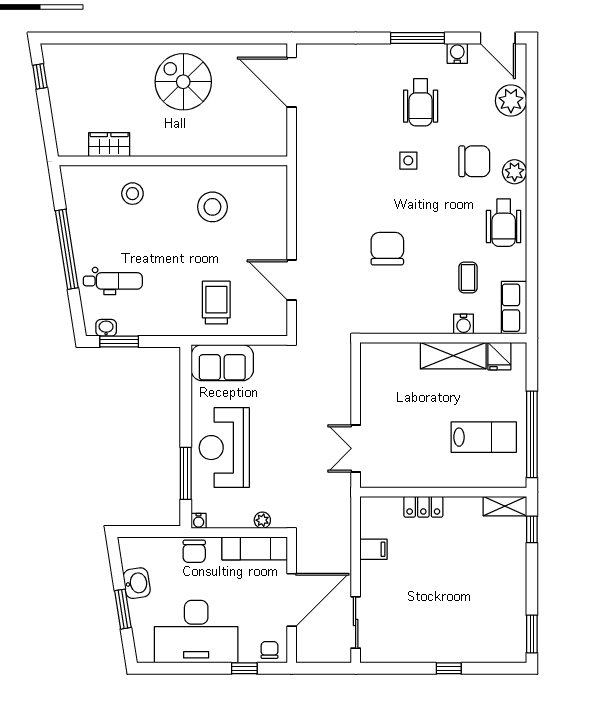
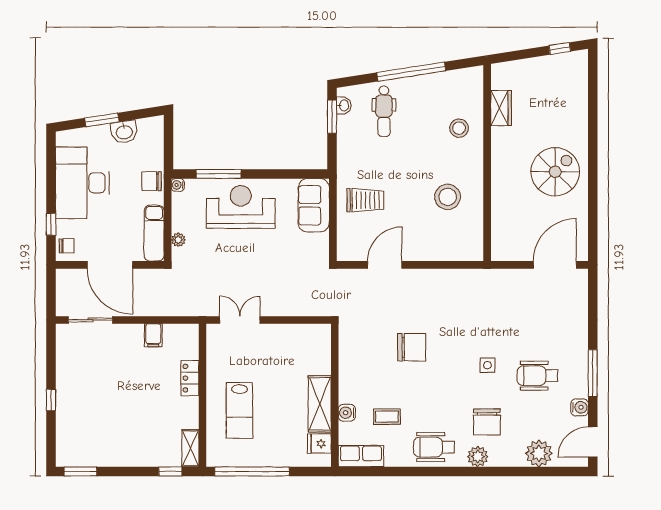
lab bench: (484, 437) -> (239, 410), moved

